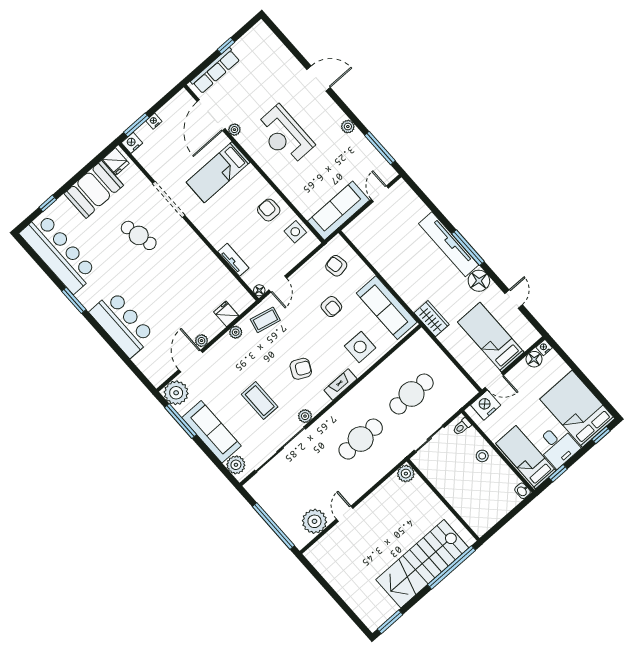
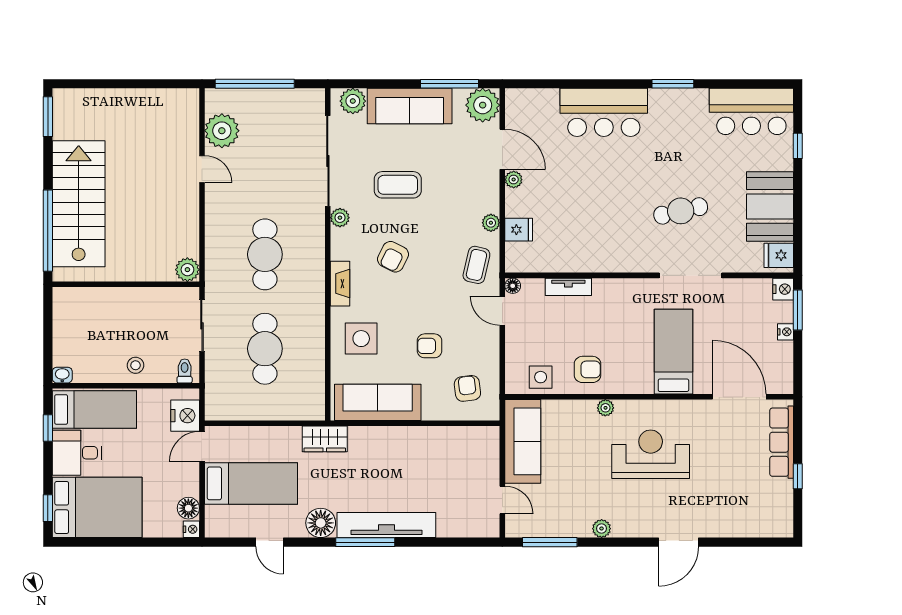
plant: (234, 130) -> (605, 408), moved
bar counter: (59, 253) -> (751, 111), width x0.73
armchair: (336, 266) -> (467, 388), turned -86

